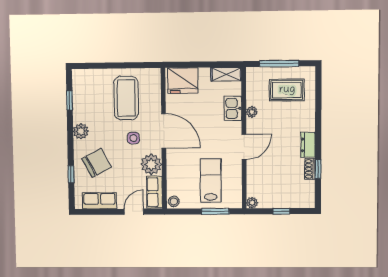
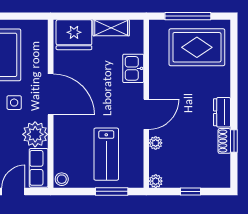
shelving: (226, 74) -> (111, 28), moved
rug: (287, 90) -> (197, 47), width x1.36, depth x1.43
plant: (252, 112) -> (156, 143), moved
lab bench: (211, 180) -> (106, 154), turned 180

